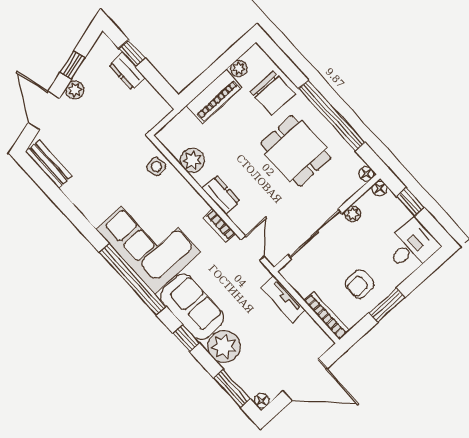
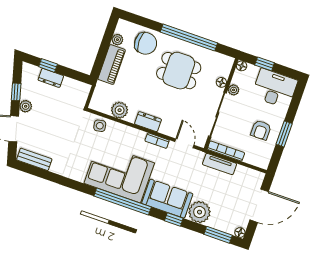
floor lamp: (366, 174) -> (221, 82), moved
desk: (411, 246) -> (275, 88), width x1.37
bookcase: (327, 315) -> (226, 151), moved

